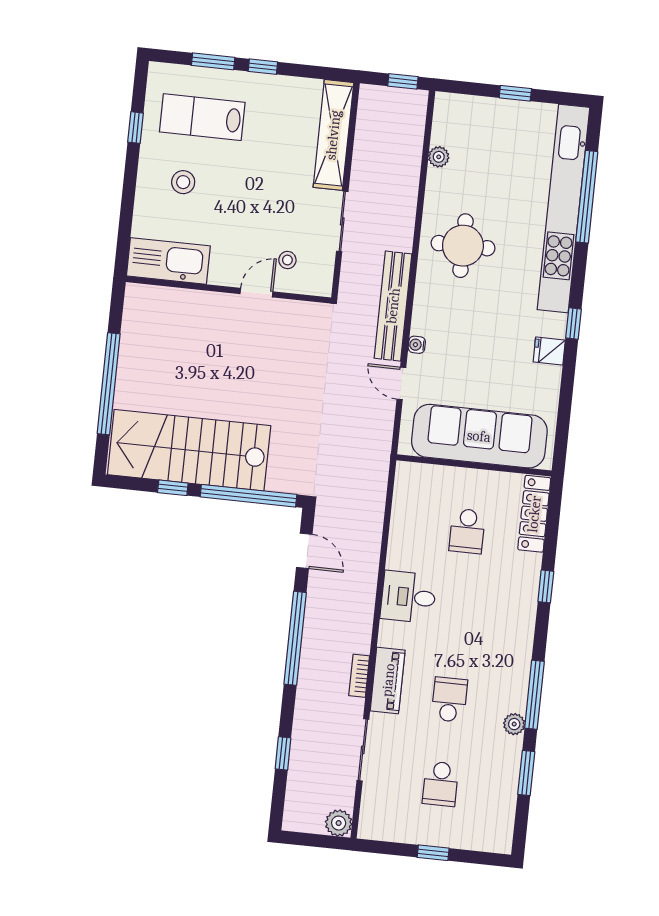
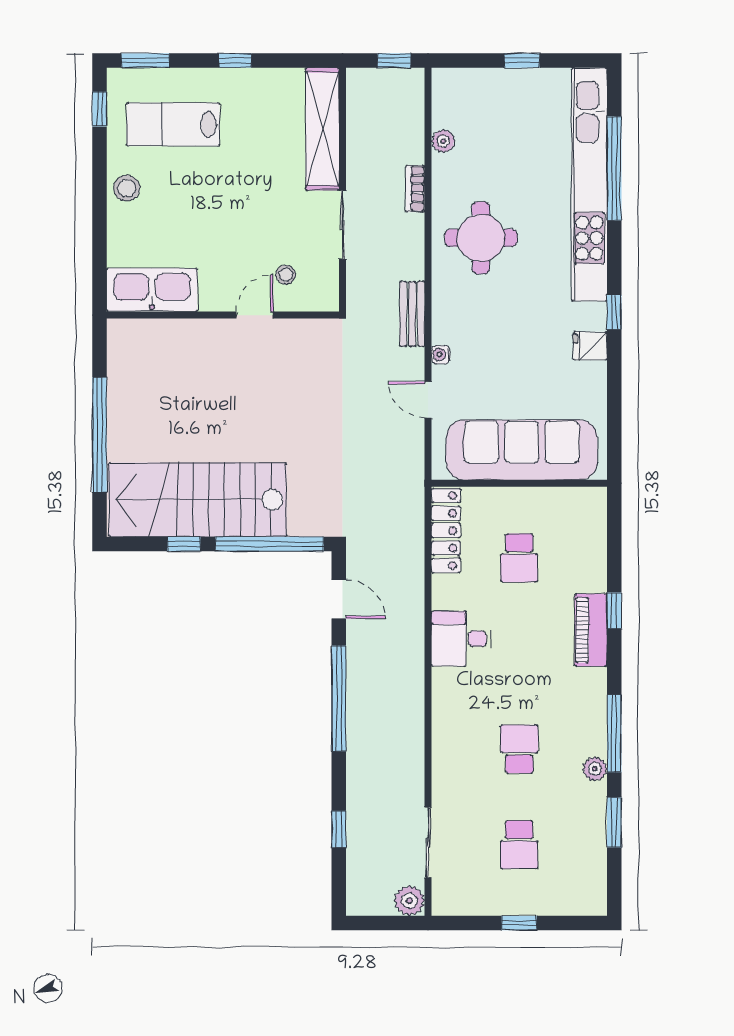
window: (213, 61) -> (145, 61), moved
window: (136, 128) -> (99, 109), moved
stool: (183, 182) -> (127, 188), moved
bench: (393, 306) -> (412, 314), width x0.54, depth x0.82
locker: (534, 514) -> (446, 531), moved, turned 180
bookcase: (359, 676) -> (415, 189), moved
piano: (388, 680) -> (591, 630), moved, turned 180
sliding door: (363, 750) -> (428, 843), moved

